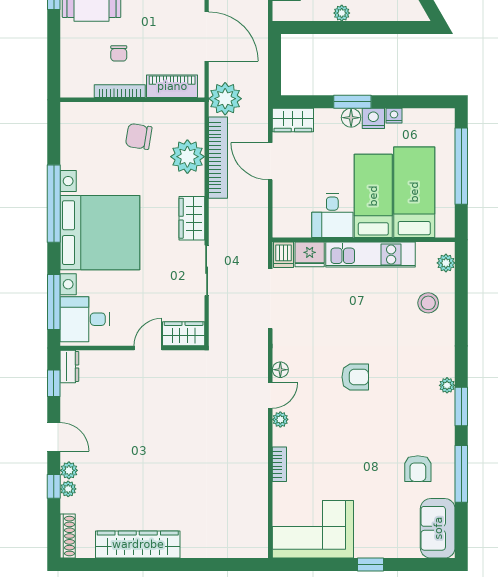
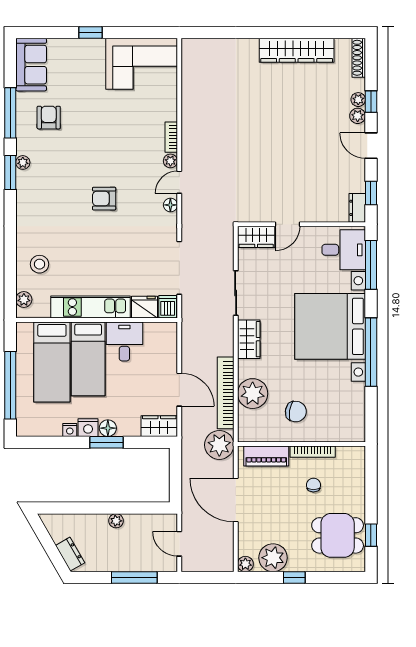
plant: (447, 385) -> (23, 162), moved
bookcase: (279, 464) -> (171, 137), moved

